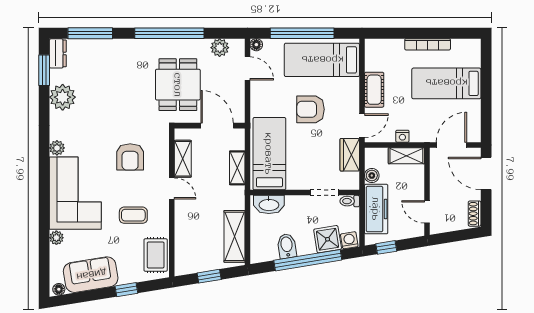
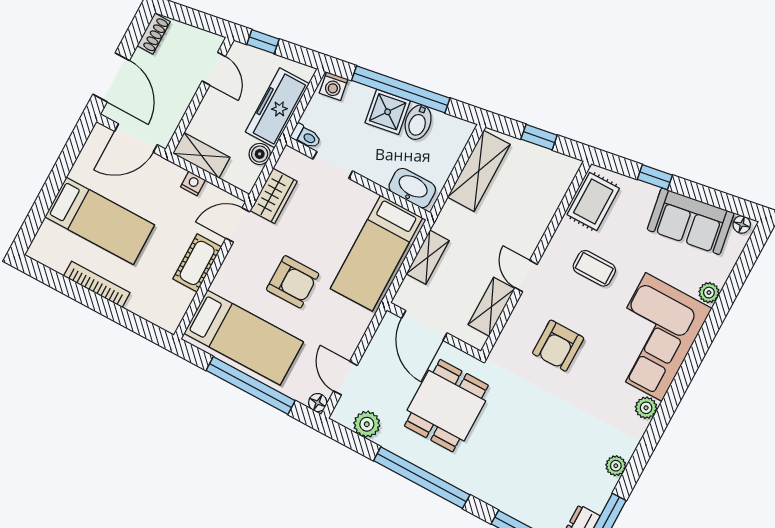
plant: (63, 97) -> (616, 466), width x0.53, depth x0.53
armchair: (130, 157) -> (558, 346), turned 180
shower: (328, 239) -> (388, 112), moved
window: (386, 247) -> (263, 42), moved

